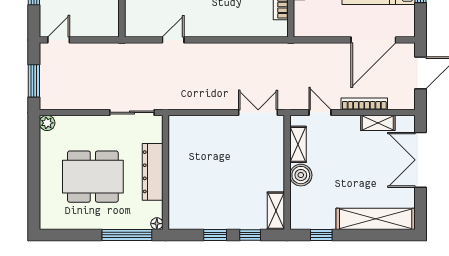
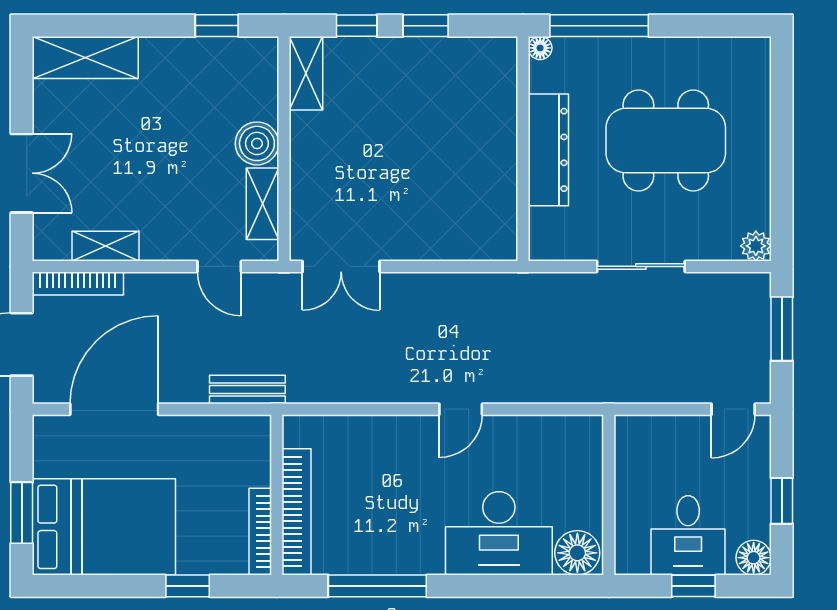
door: (173, 40) -> (461, 409), moved
bench: (306, 50) -> (247, 389), added
bookcase: (364, 104) -> (78, 283), moved
sliding door: (132, 112) -> (641, 266), moved
double door: (421, 160) -> (22, 173), width x0.73
shelving: (376, 219) -> (85, 57), width x0.68

